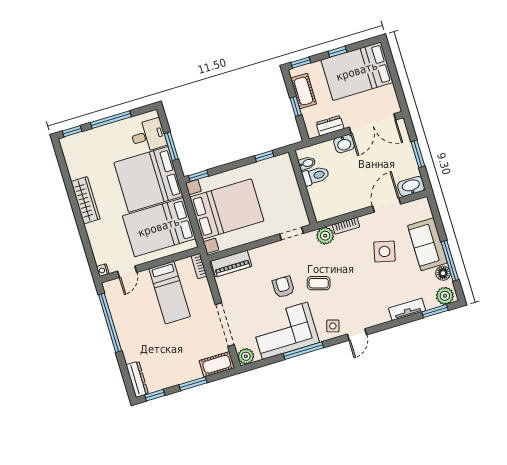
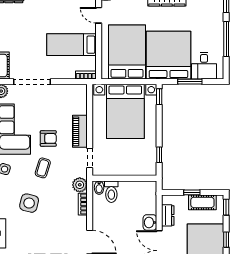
bidet: (307, 163) -> (99, 188), moved
toilet: (316, 176) -> (111, 192), moved
side table: (384, 251) -> (29, 203), moved
piano: (231, 264) -> (80, 131), moved

